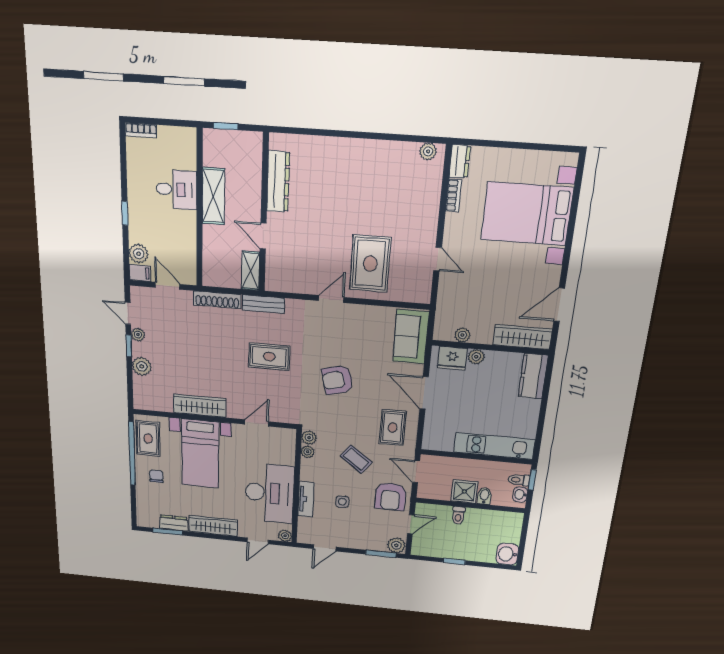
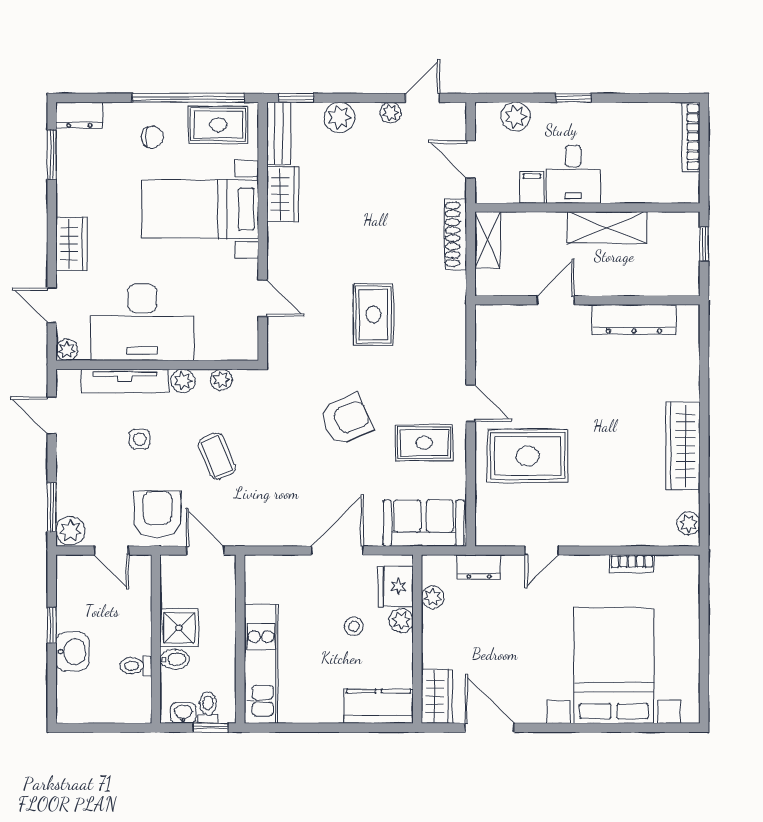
bookcase: (141, 130) -> (691, 137), width x1.56
wardrobe: (371, 152) -> (683, 446), added
dresser: (460, 161) -> (479, 567), moved
desk: (176, 190) -> (573, 174), moved
shelving: (251, 271) -> (488, 240), moved, turned 90
filing cabinet: (140, 273) -> (532, 187), moved, turned 180
door: (168, 286) -> (471, 159), swing flipped
bench: (263, 304) -> (279, 133), moved
wardrobe: (522, 337) -> (437, 696), width x0.67
window: (129, 346) -> (296, 98), moved
armchair: (337, 380) -> (346, 419), turned 82
stool: (476, 387) -> (354, 626), added
wardrobe: (200, 406) -> (283, 194), width x0.67
rug: (393, 428) -> (424, 443), moved
plant: (309, 438) -> (183, 381), moved
coffee table: (356, 459) -> (217, 456), turned -60
door: (416, 472) -> (205, 550), hinge flipped
armchair: (390, 497) -> (157, 514), turned 90
tv unit: (306, 499) -> (125, 381), width x1.41
toilet: (458, 515) -> (136, 666), moved
dresser: (174, 523) -> (79, 115), moved, turned 90
wardrobe: (213, 526) -> (71, 244), width x0.67
washbasin: (507, 554) -> (72, 652), moved, turned 90

